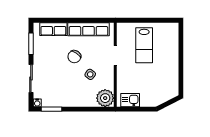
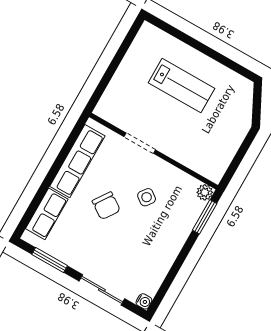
lab bench: (144, 45) -> (181, 86), moved
plant: (105, 98) -> (205, 192), width x0.53, depth x0.53
kitchen sink: (130, 100) -> (219, 159), removed
window: (52, 109) -> (205, 217), moved

